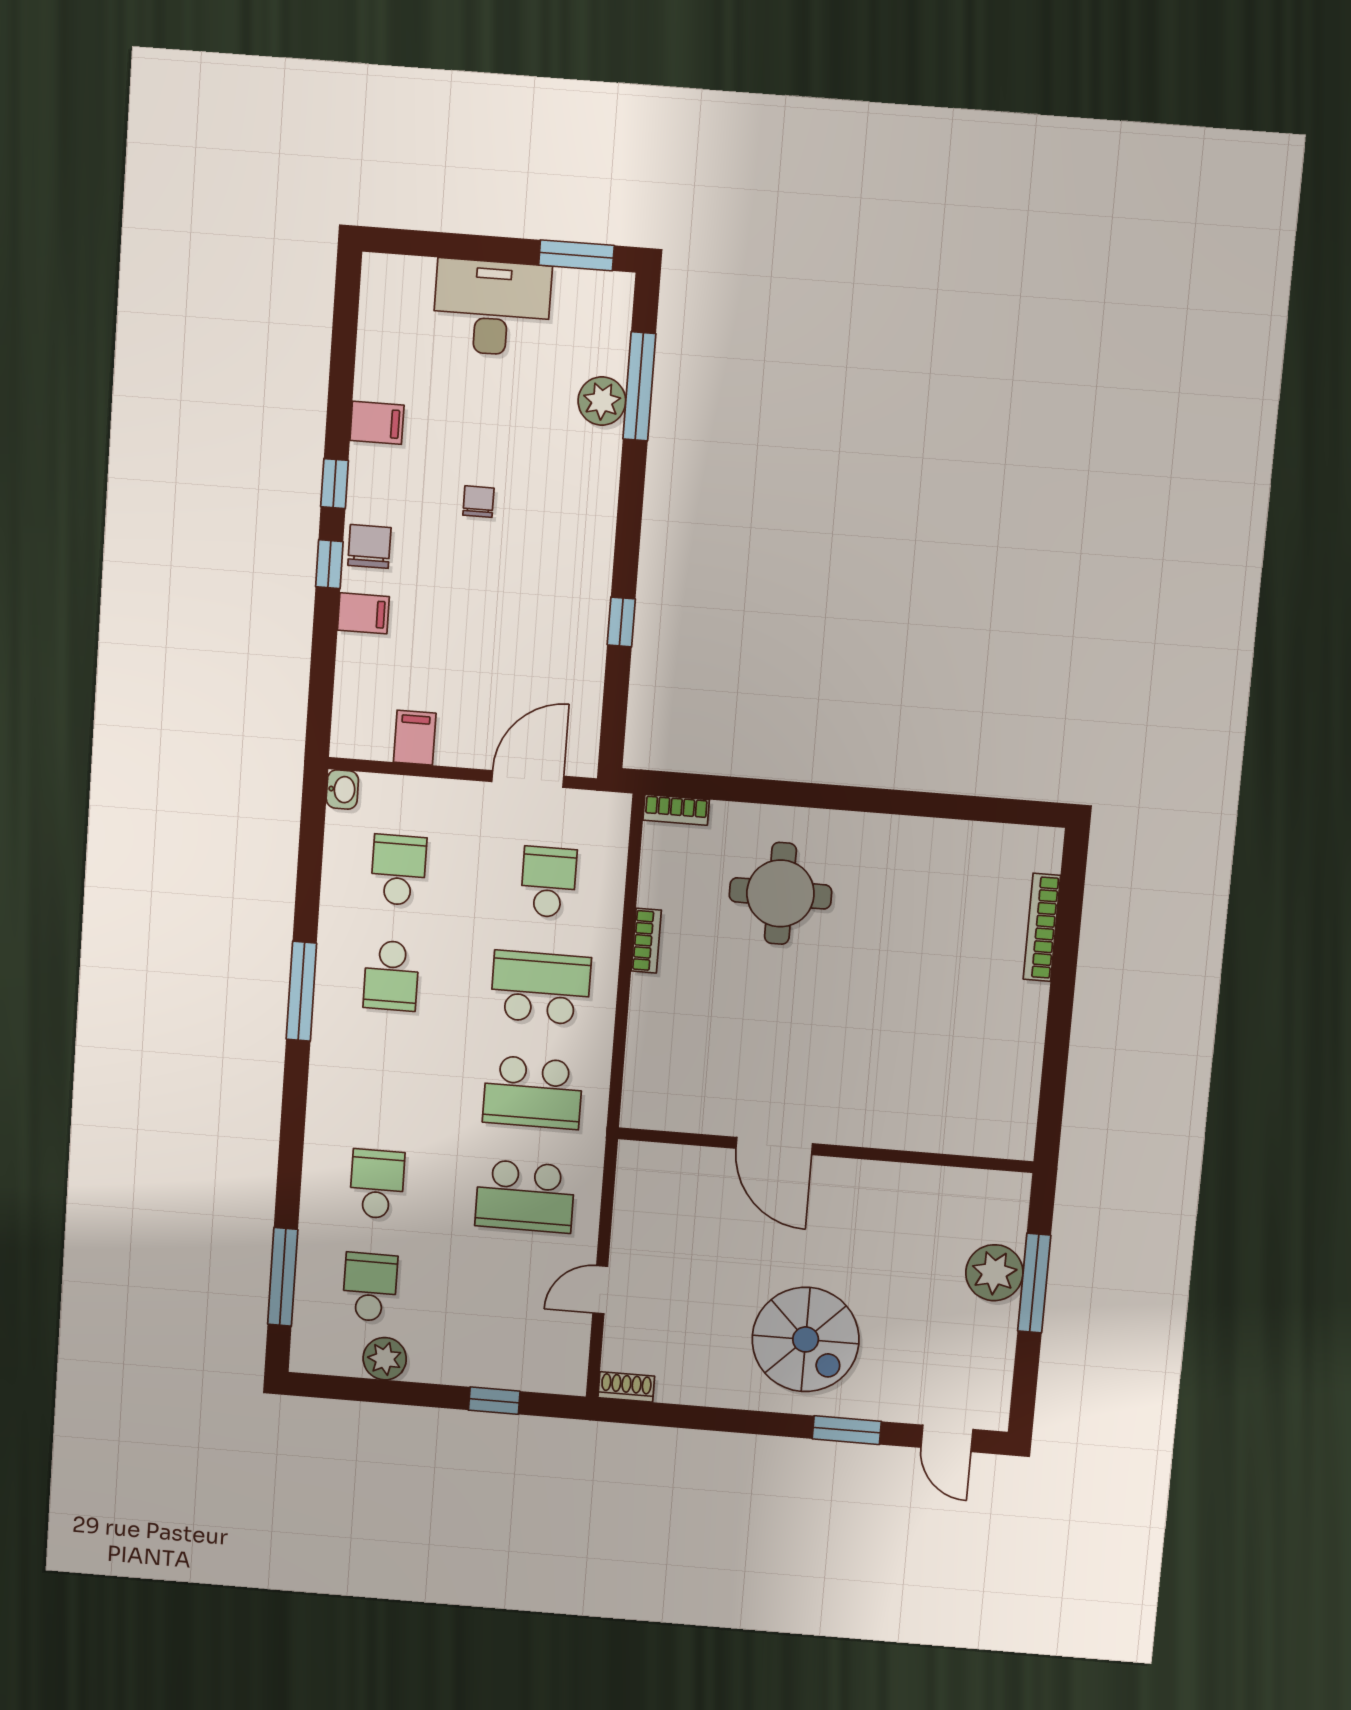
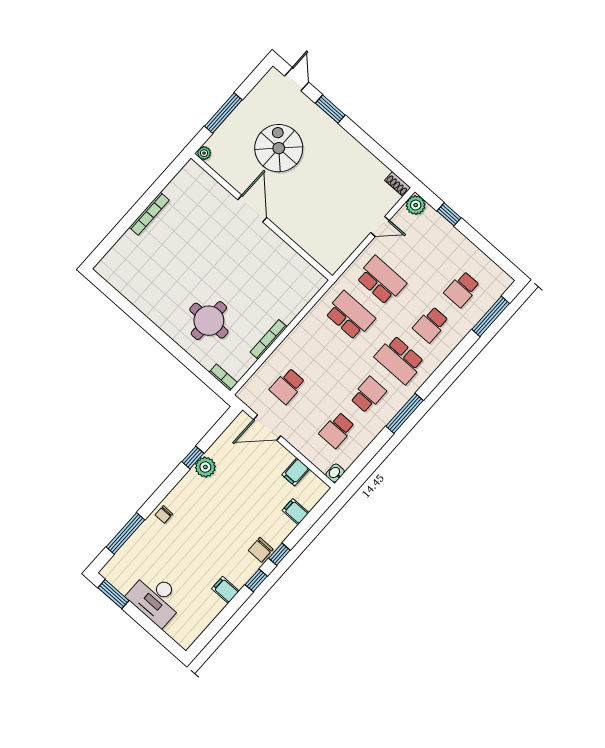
plant: (602, 401) -> (205, 467), moved
chair: (478, 502) -> (164, 514), moved
filing cabinet: (363, 613) -> (295, 512), moved
bookcase: (1042, 927) -> (149, 214), moved
bookcase: (646, 941) -> (269, 339), width x1.56
school desk: (541, 988) -> (400, 360), moved
door: (774, 1146) -> (252, 209), moved
plant: (994, 1273) -> (204, 153), moved, width x0.53, depth x0.53
spiral stairs: (806, 1339) -> (279, 148), moved
plant: (385, 1359) -> (416, 205), moved

